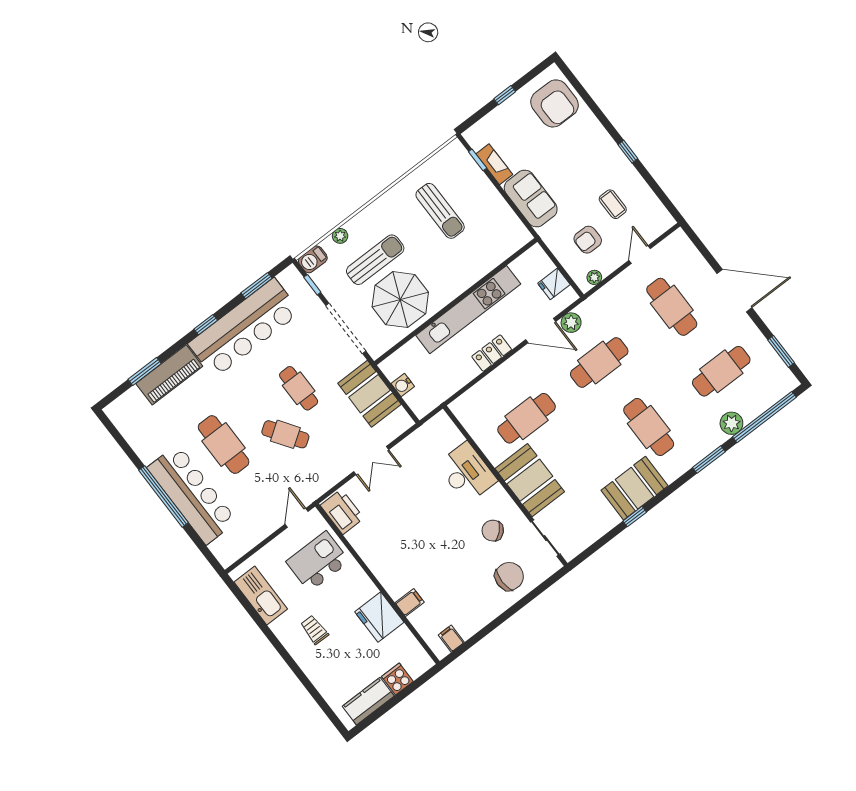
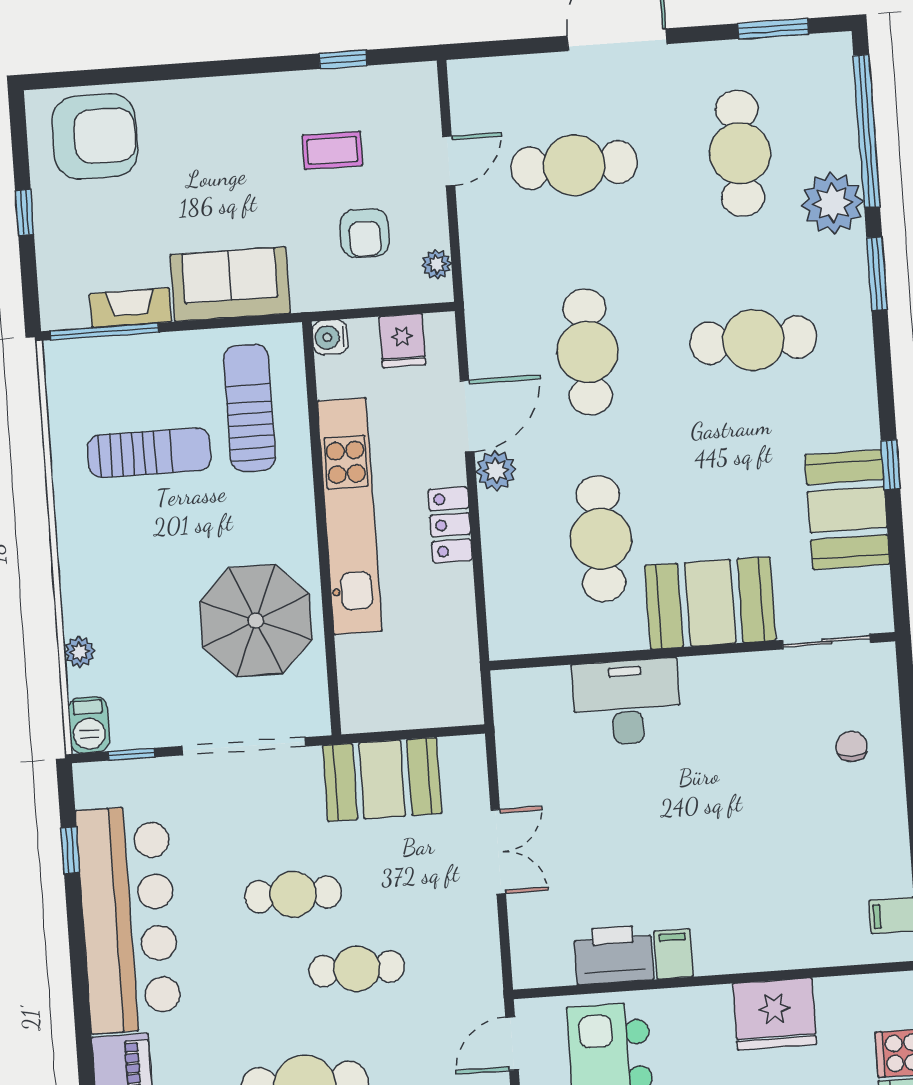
window: (628, 152) -> (343, 59), moved
window: (478, 160) -> (104, 331), width x2.17
door: (640, 255) -> (449, 161), swing flipped
sun lounger: (375, 260) -> (250, 408), moved
window: (257, 286) -> (70, 850), width x0.67
plant: (571, 323) -> (496, 471), moved
window: (206, 325) -> (80, 981), removed
water cooler: (403, 385) -> (330, 337), moved, turned 90
plant: (731, 423) -> (832, 203), width x1.36, depth x1.36
cafe table: (285, 434) -> (357, 969), turned 34
booth: (634, 488) -> (847, 510), moved
printer: (342, 512) -> (614, 955), moved
door: (297, 518) -> (512, 1044), hinge flipped
chair: (493, 531) -> (755, 723), removed
chair: (509, 576) -> (851, 746), width x0.54, depth x0.54
filing cabinet: (410, 603) -> (673, 954), moved

